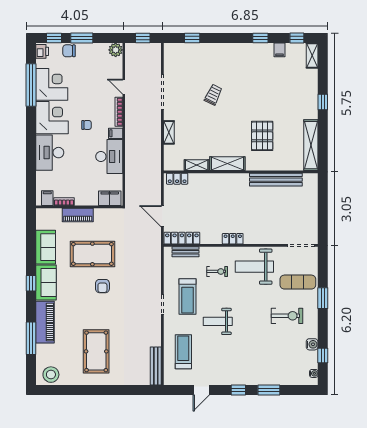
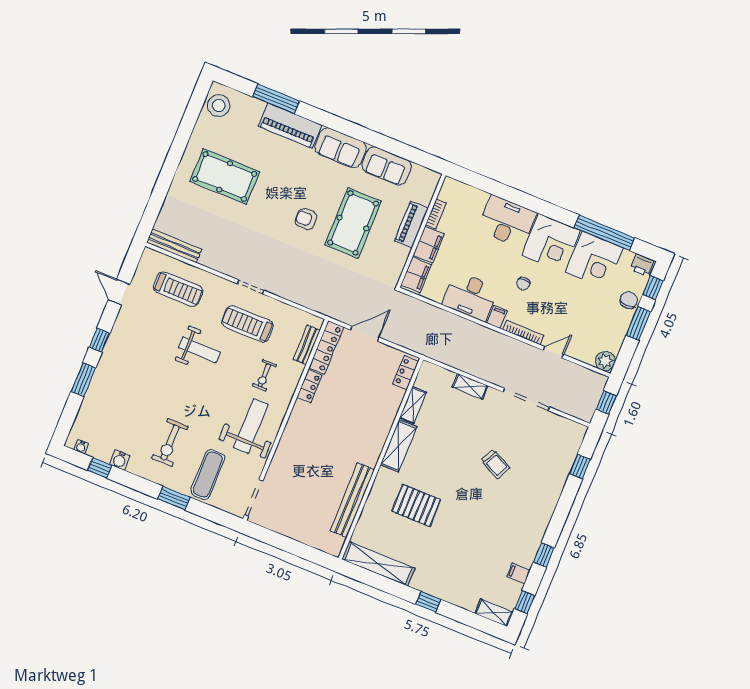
filing cabinet: (47, 198) -> (429, 245), moved, width x2.00
locker: (233, 239) -> (309, 386), moved
window: (31, 283) -> (348, 128), removed
weight bench: (218, 321) -> (199, 350), turned 90

